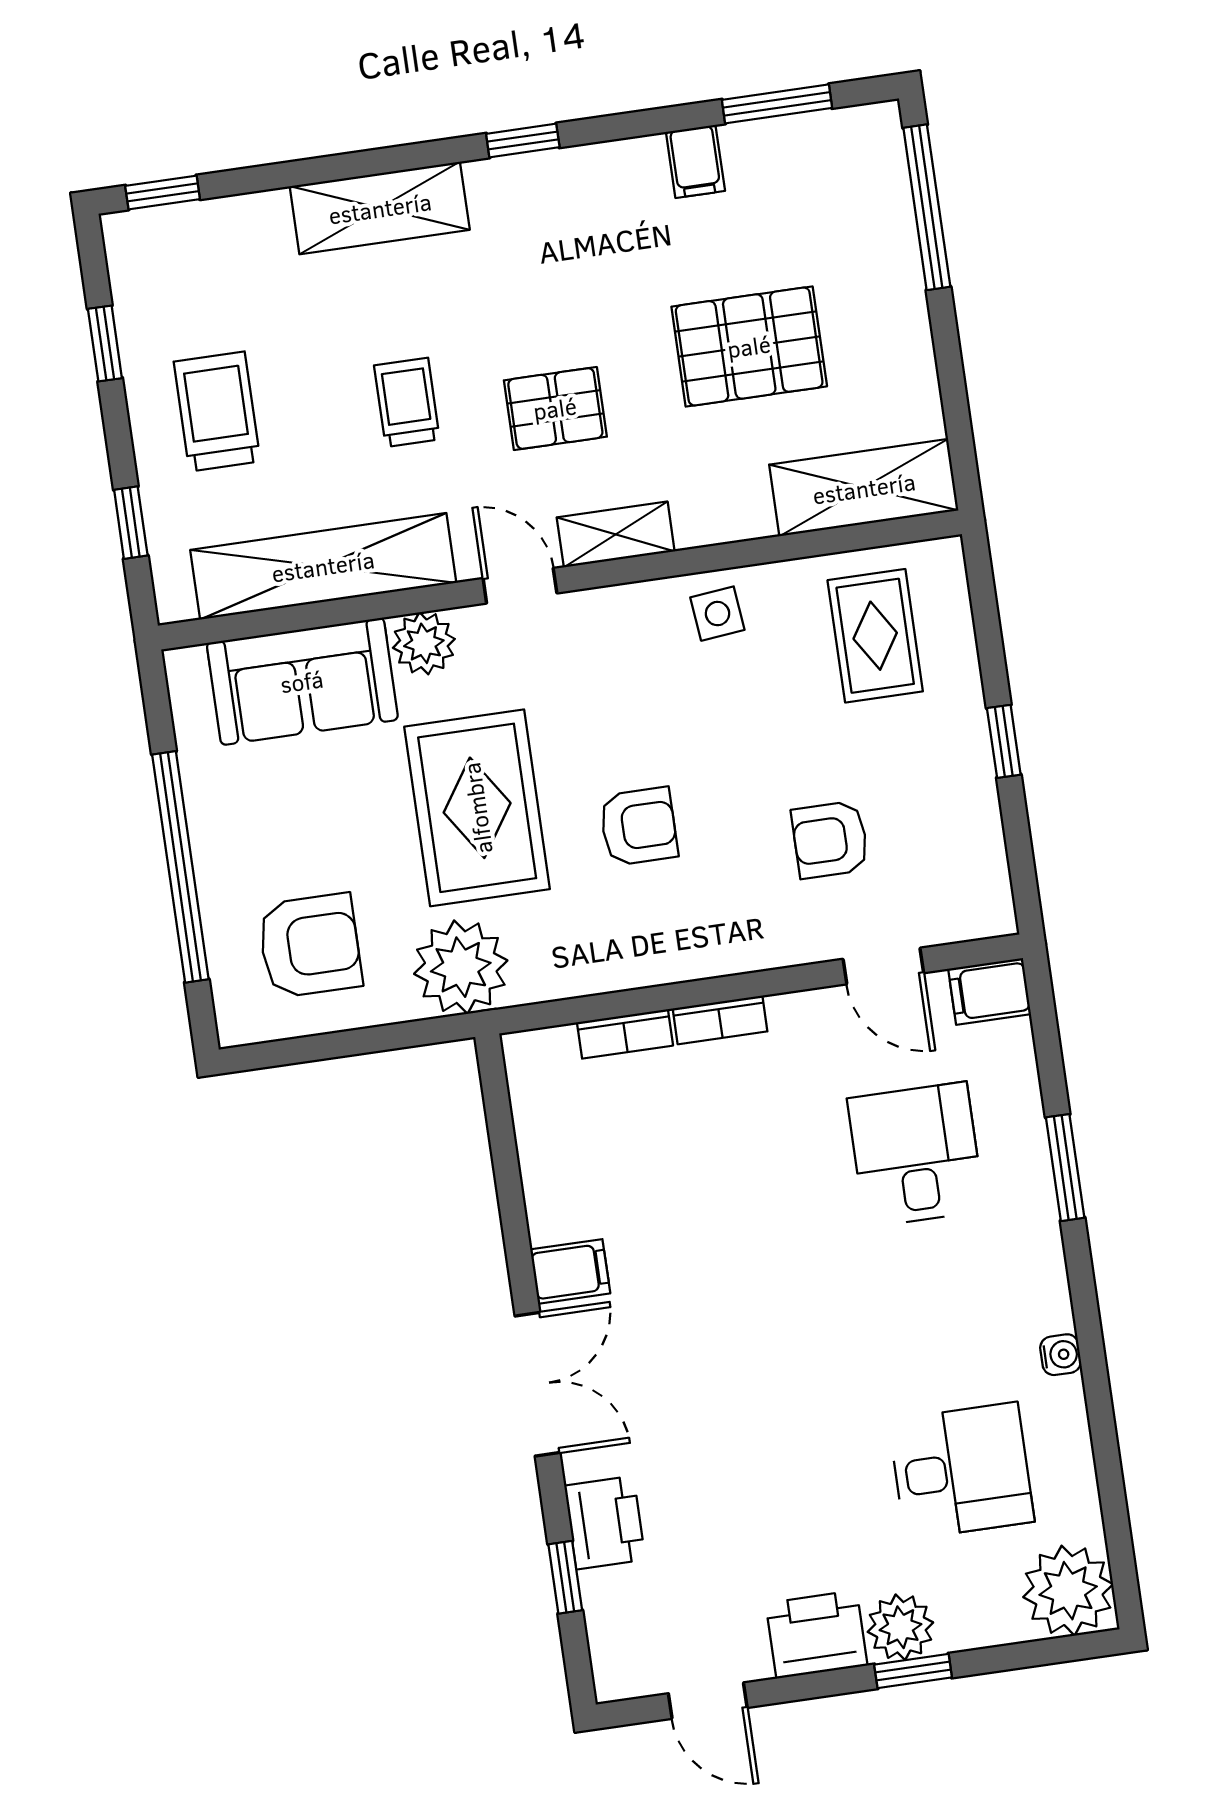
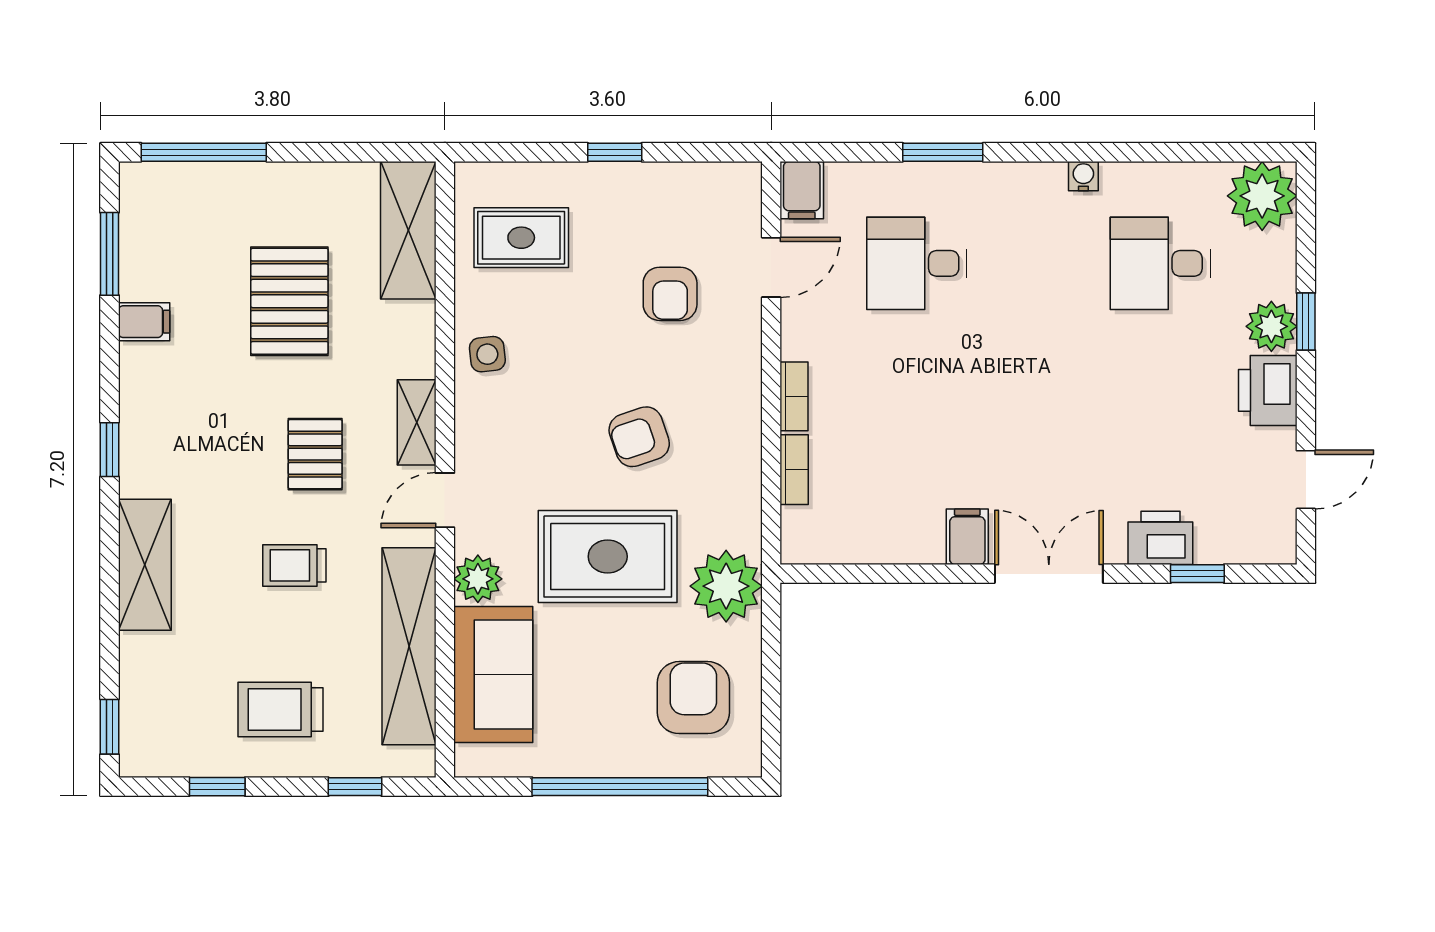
armchair: (639, 826) -> (639, 437), turned -109
desk: (961, 1471) -> (1160, 263), turned -90

